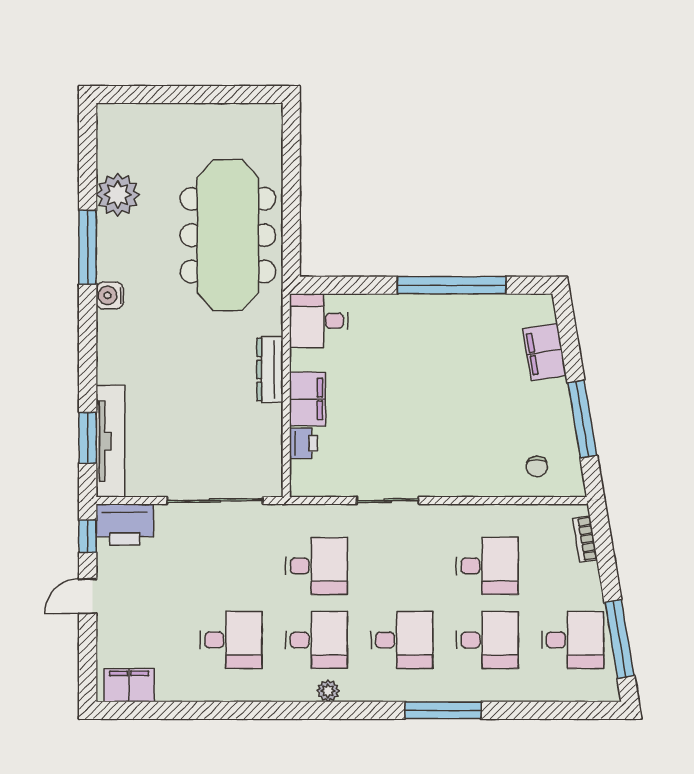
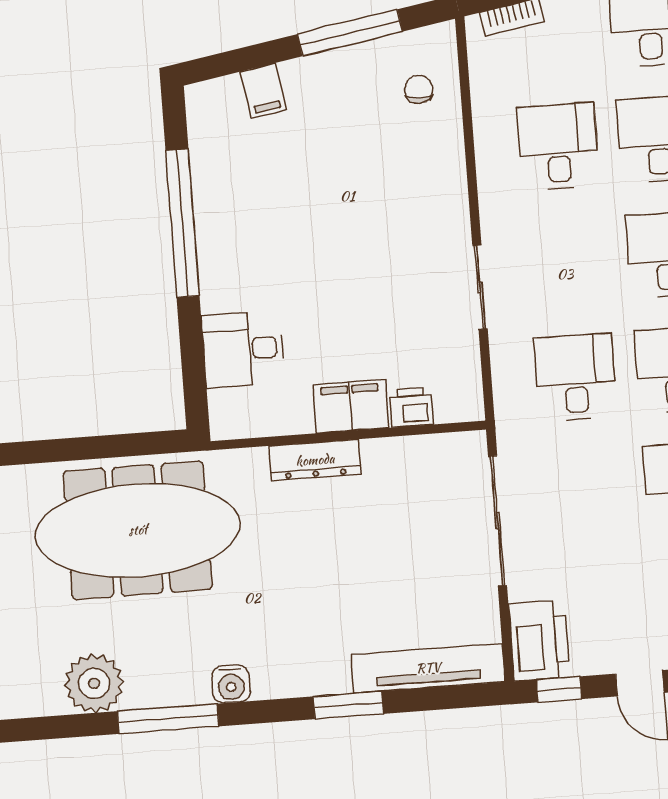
desk: (319, 321) -> (243, 349), moved, turned 90
filing cabinet: (545, 352) -> (263, 91), width x0.50
window: (88, 438) -> (348, 705), moved
chair: (537, 467) -> (419, 89), turned -90

